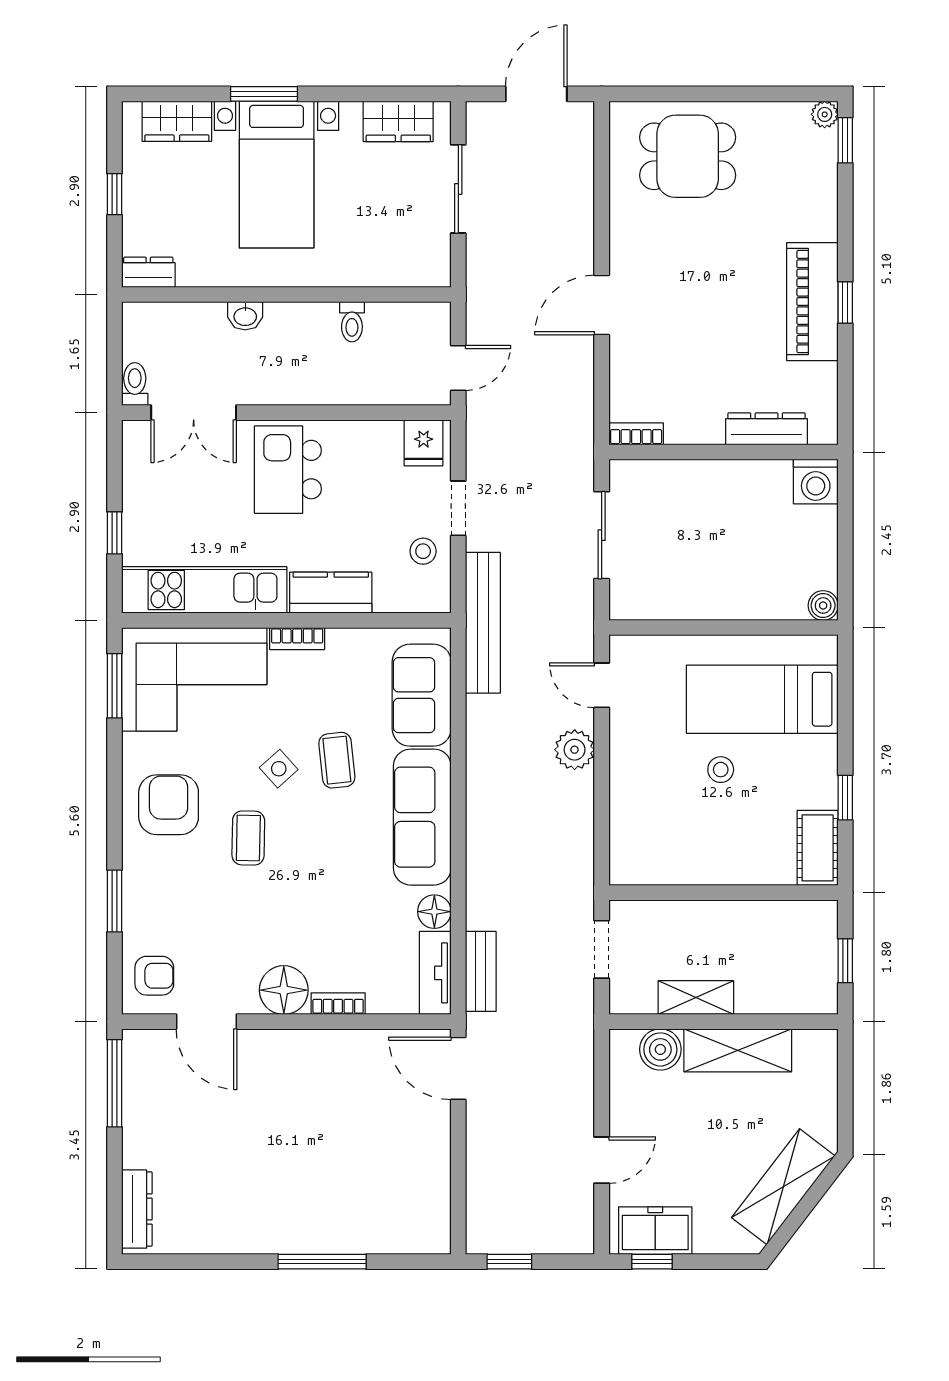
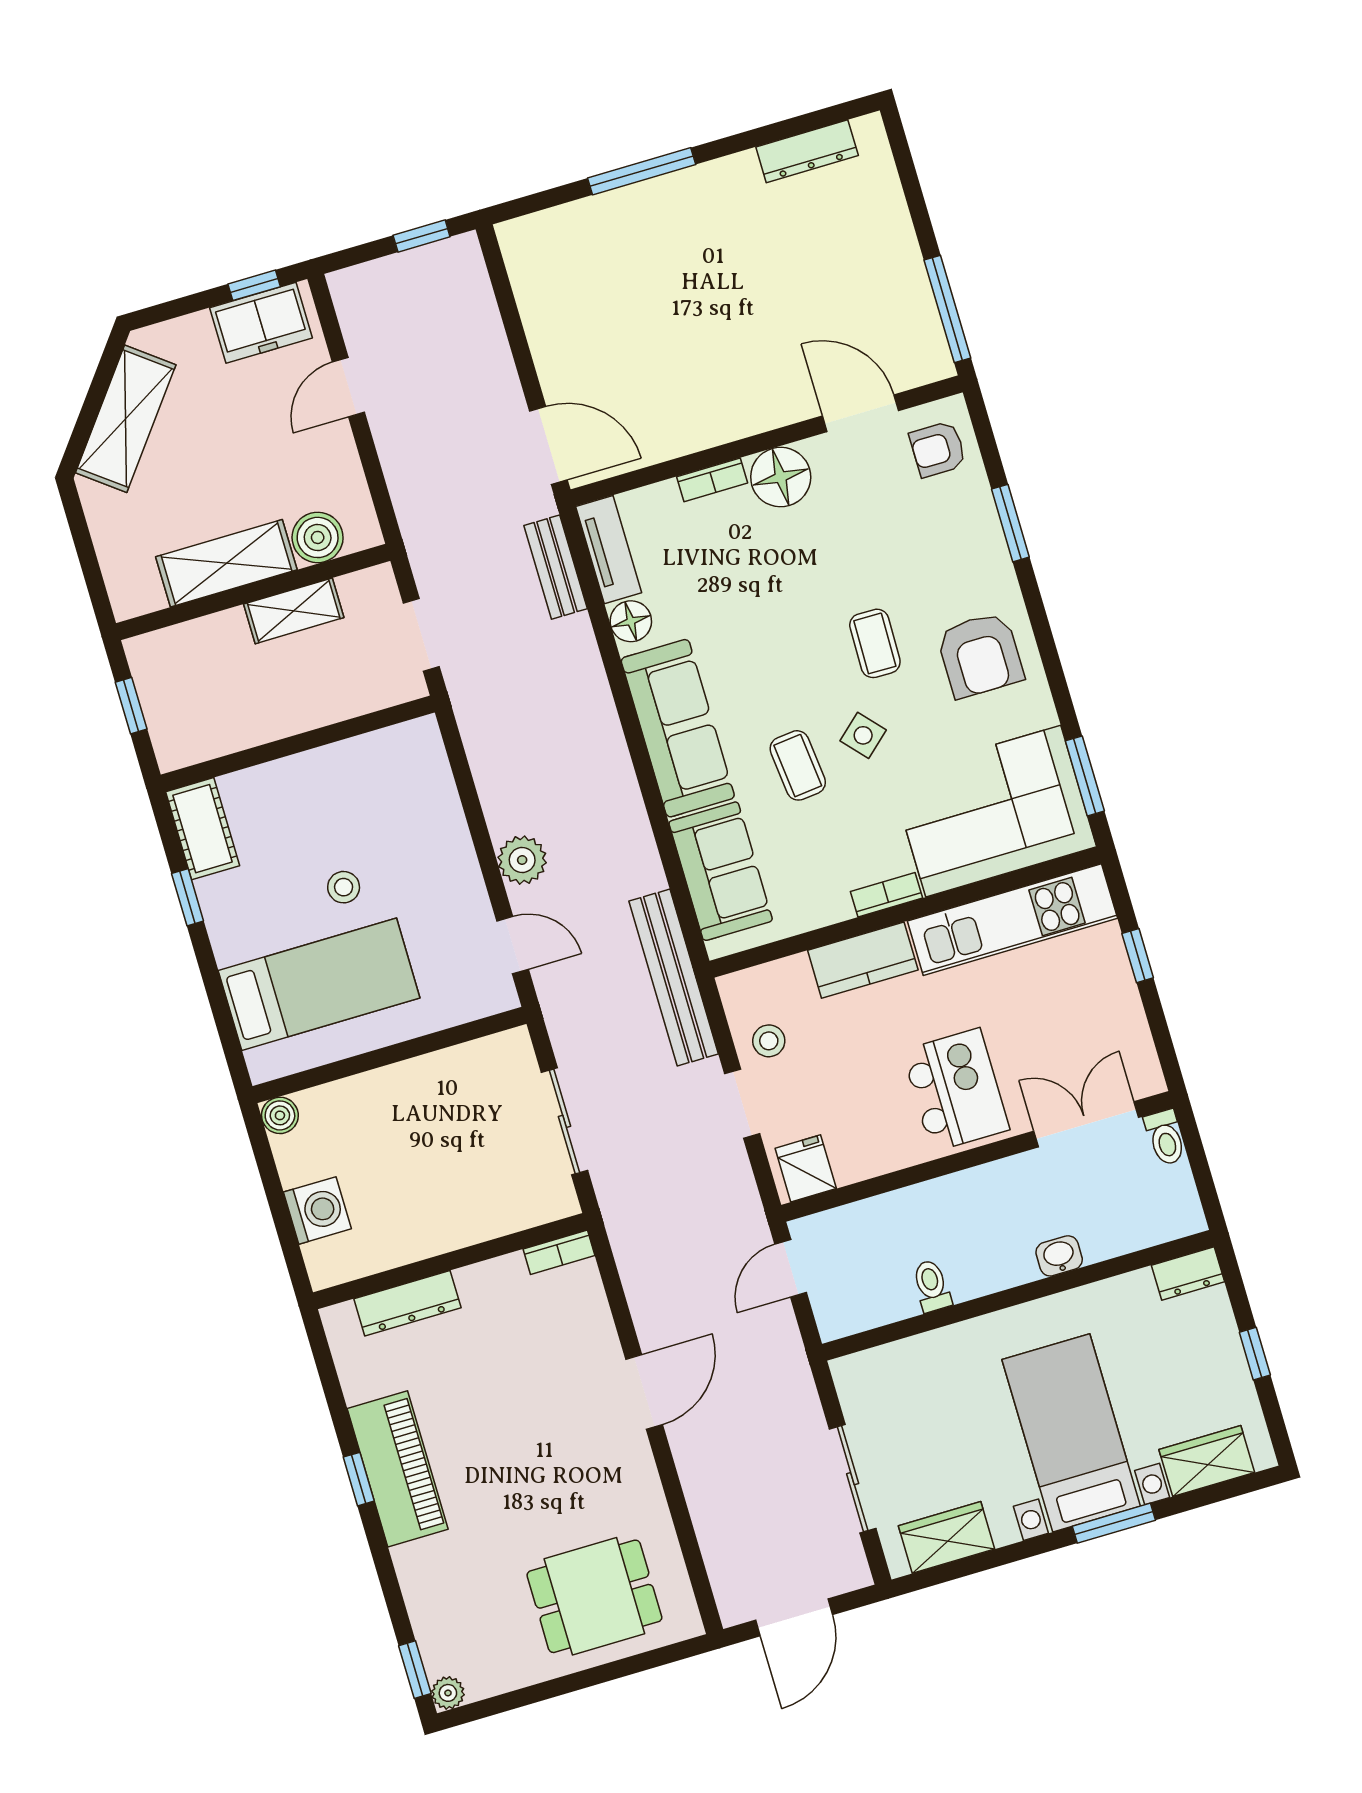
washing machine: (816, 482) -> (317, 1210), moved, turned 90
dresser: (137, 1209) -> (807, 151), moved, turned -90

